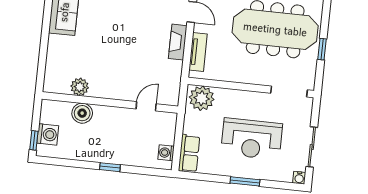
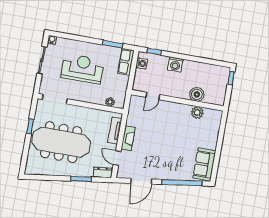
plant: (202, 98) -> (110, 102), width x0.53, depth x0.53
washing machine: (48, 134) -> (175, 64), moved, turned -90
window: (110, 167) -> (154, 52), moved
window: (245, 181) -> (113, 44), moved

